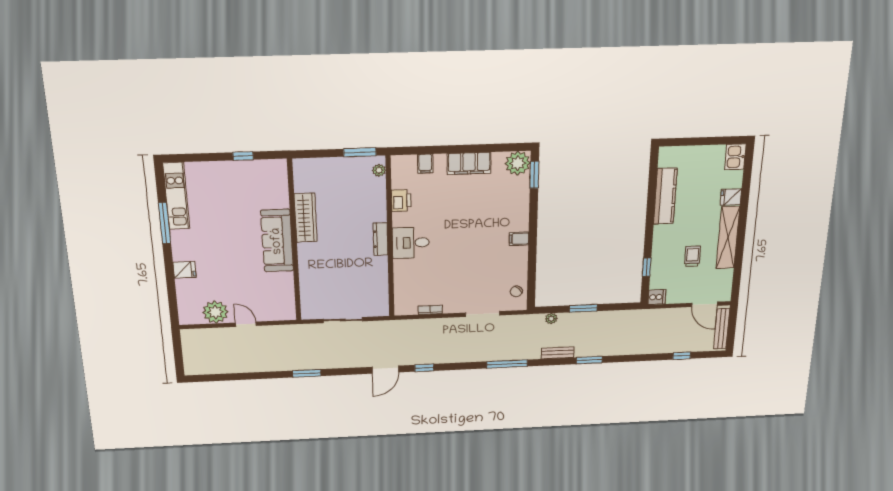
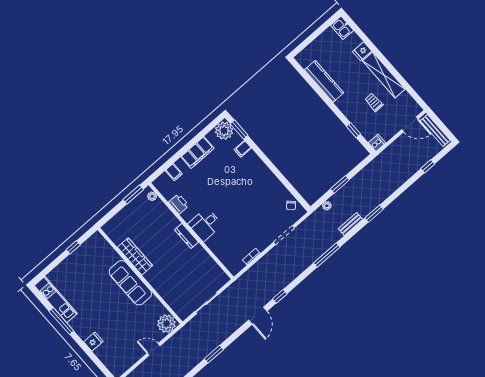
filing cabinet: (519, 239) -> (243, 149), moved
plant: (215, 312) -> (166, 324), moved

